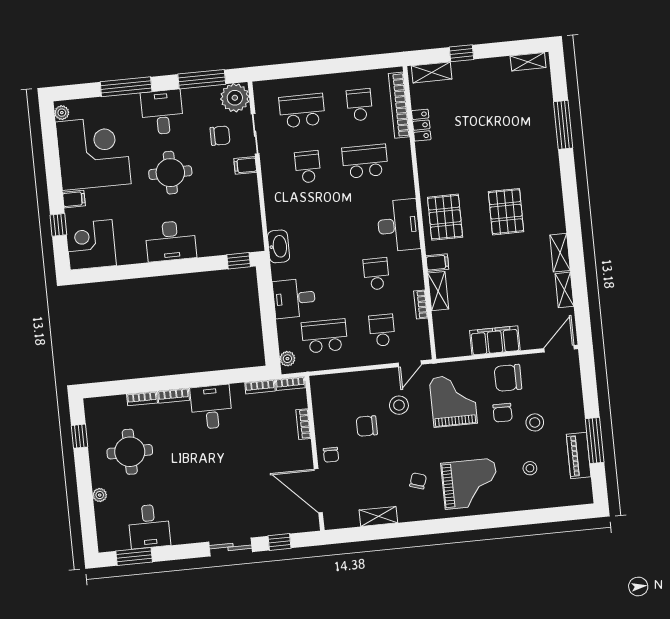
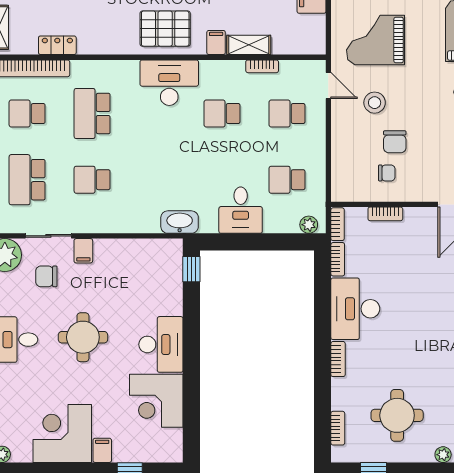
chair: (220, 136) -> (46, 276), turned -90
corner desk: (93, 153) -> (62, 433), width x0.74, depth x0.74
corner desk: (91, 245) -> (156, 401), moved
school desk: (325, 336) -> (287, 180), width x0.54
bookcase: (142, 399) -> (338, 428), moved
desk: (211, 407) -> (355, 309), width x1.37
chair: (331, 455) -> (387, 173), moved

